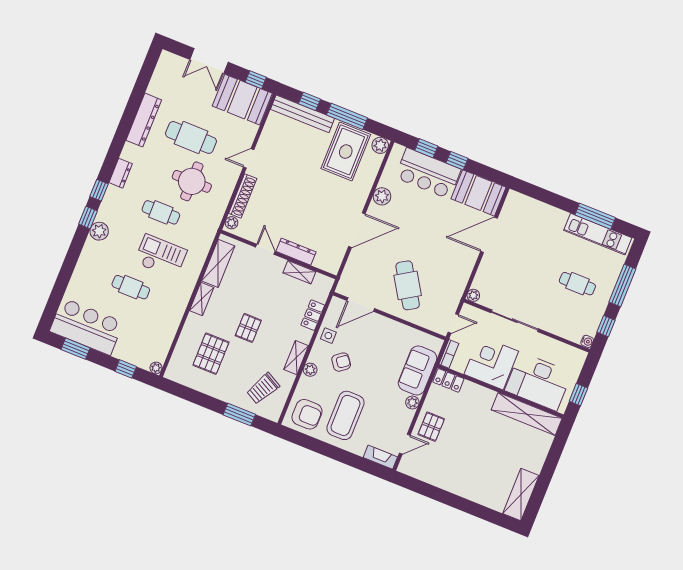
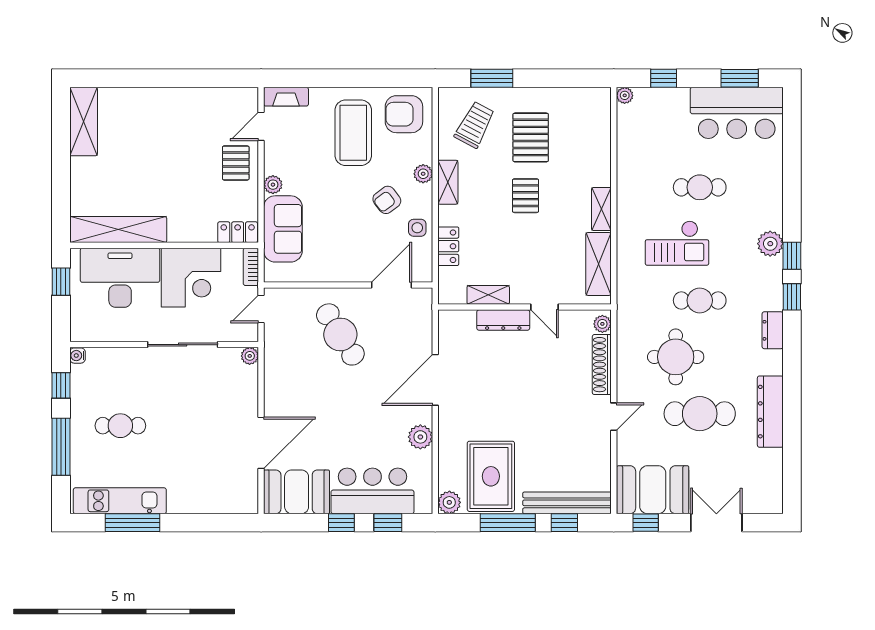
pallet: (211, 354) -> (531, 137), moved

